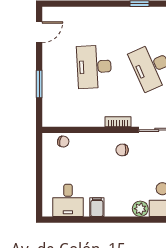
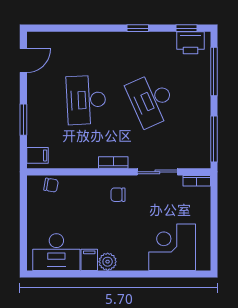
filing cabinet: (51, 115) -> (38, 155), added
desk: (68, 200) -> (56, 252), width x1.37
plant: (140, 209) -> (108, 262), moved

